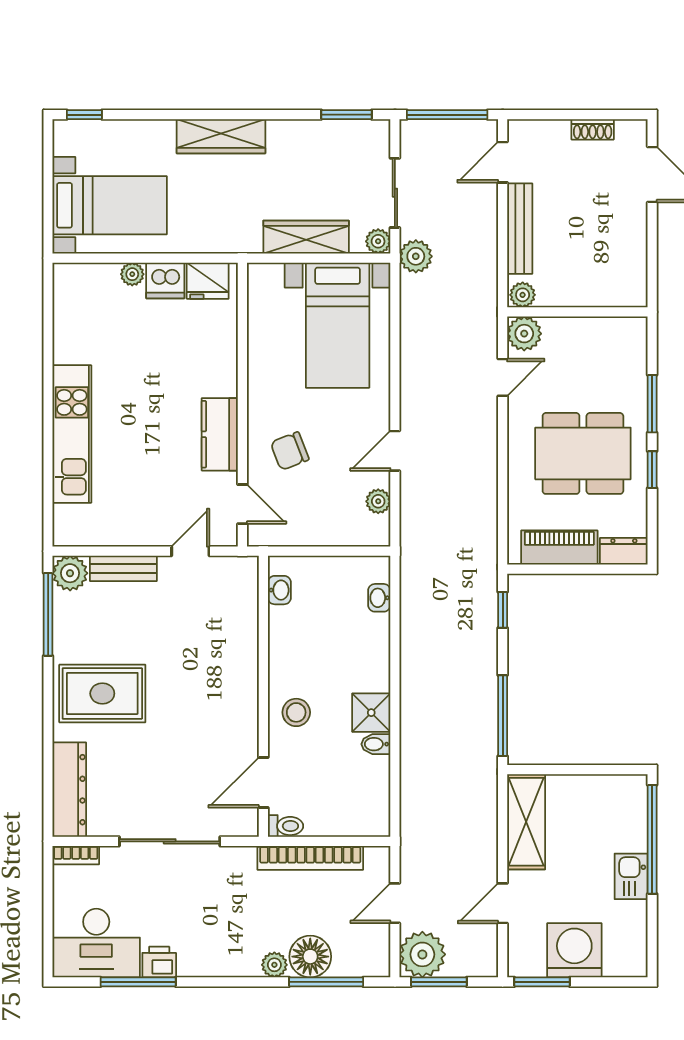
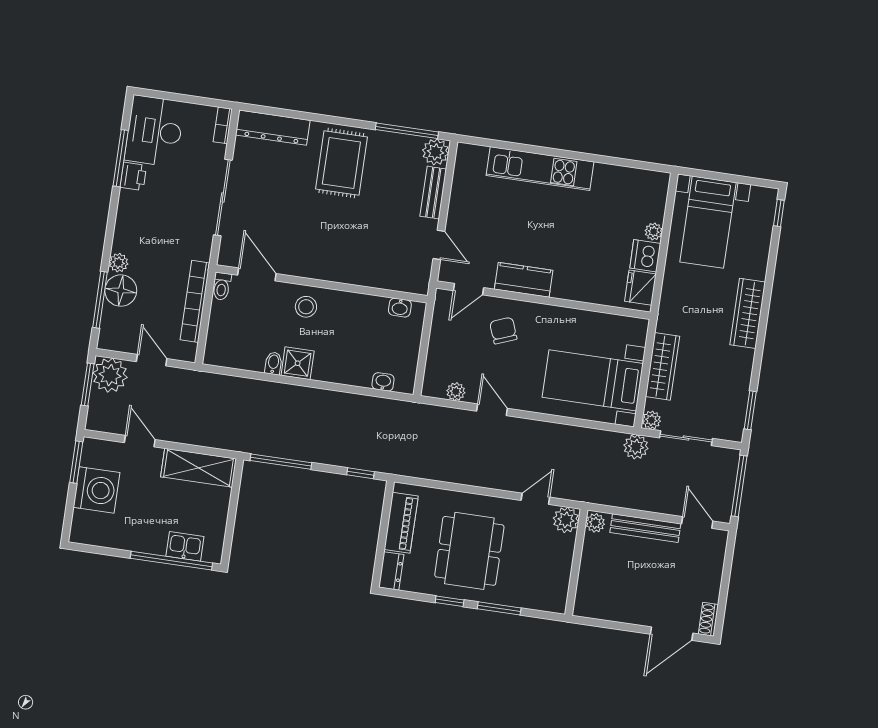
shoe rack: (593, 129) -> (708, 619), moved
door: (503, 377) -> (535, 499), swing flipped
kitchen sink: (631, 876) -> (185, 546), moved

